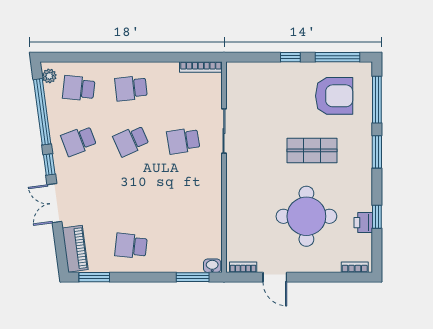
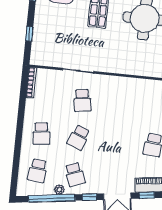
window: (290, 57) -> (29, 34), moved
plant: (49, 76) -> (59, 190), moved
school desk: (131, 141) -> (79, 137), turned 45
window: (60, 244) -> (147, 195), added

